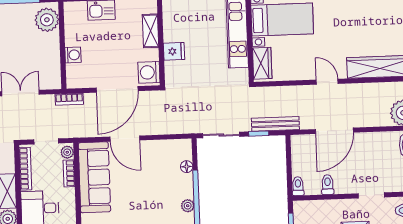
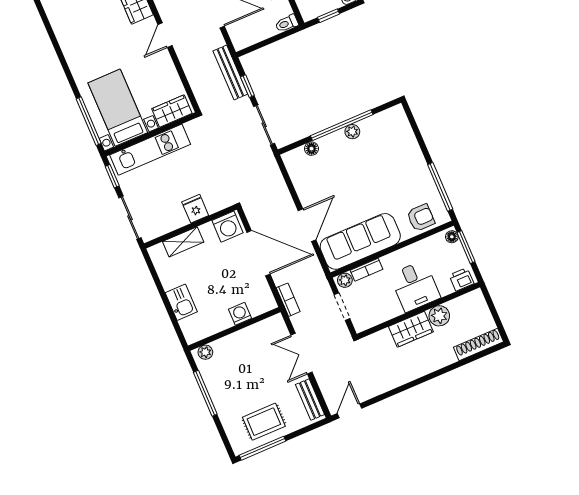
plant: (47, 20) -> (205, 352), width x0.53, depth x0.53
bookcase: (25, 169) -> (379, 318), removed

